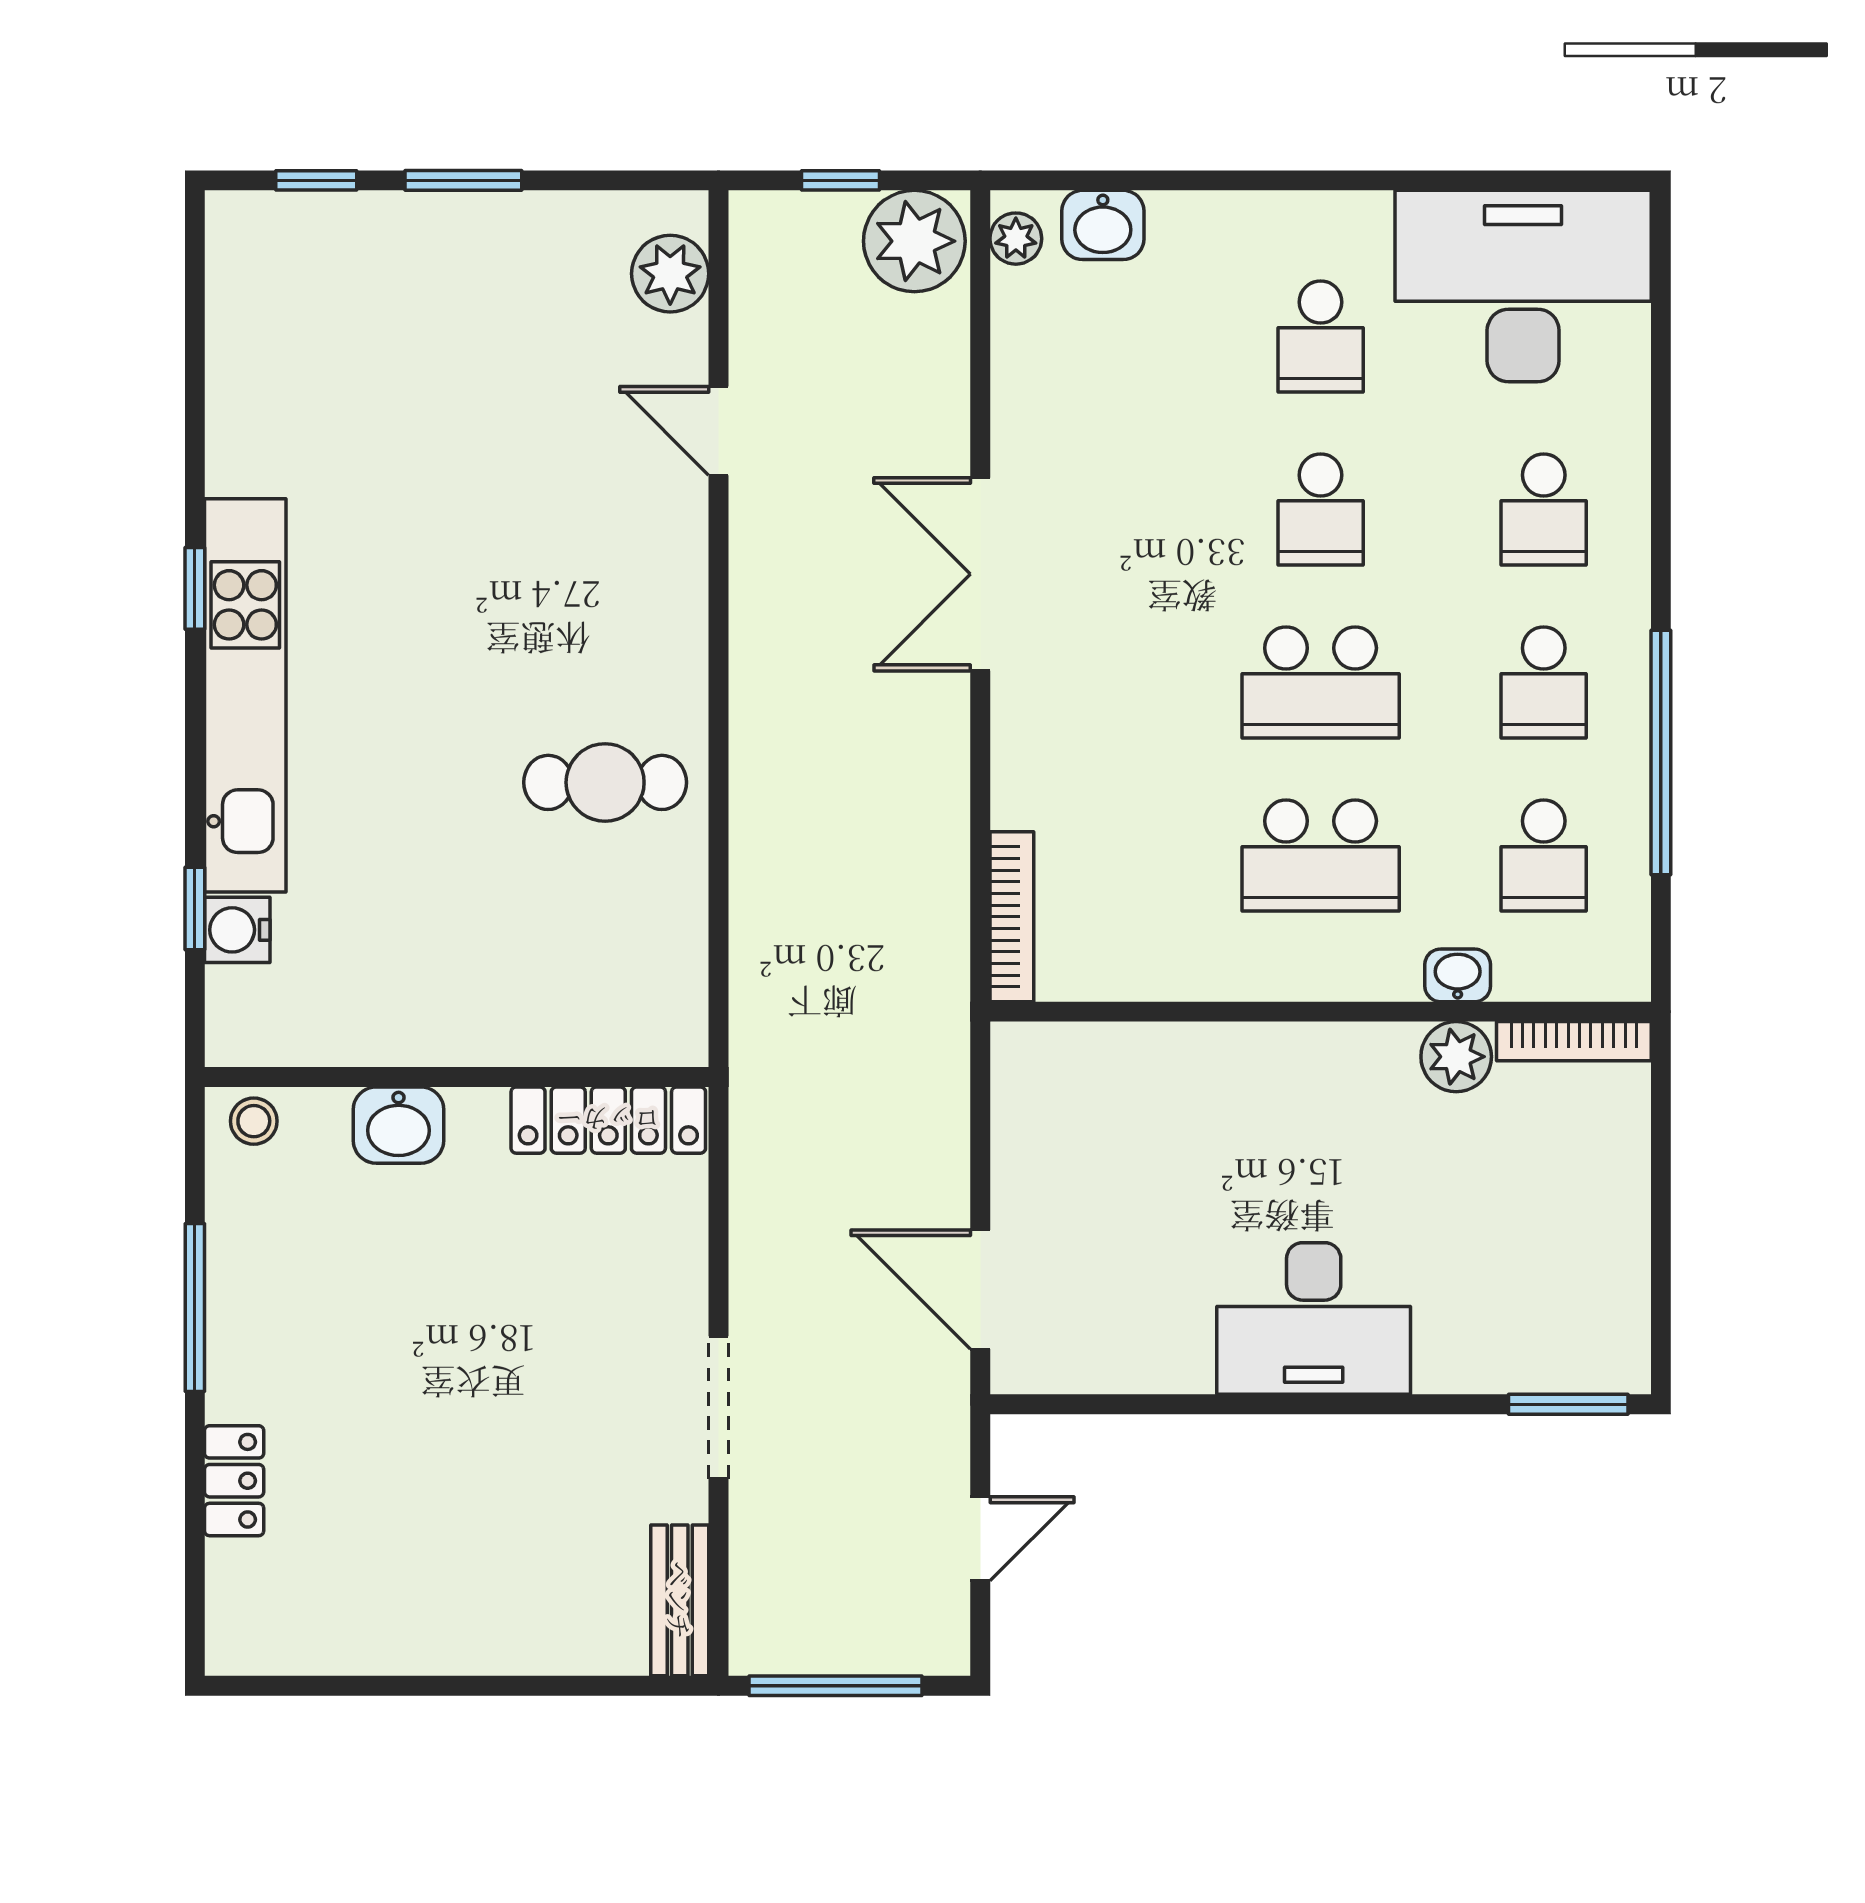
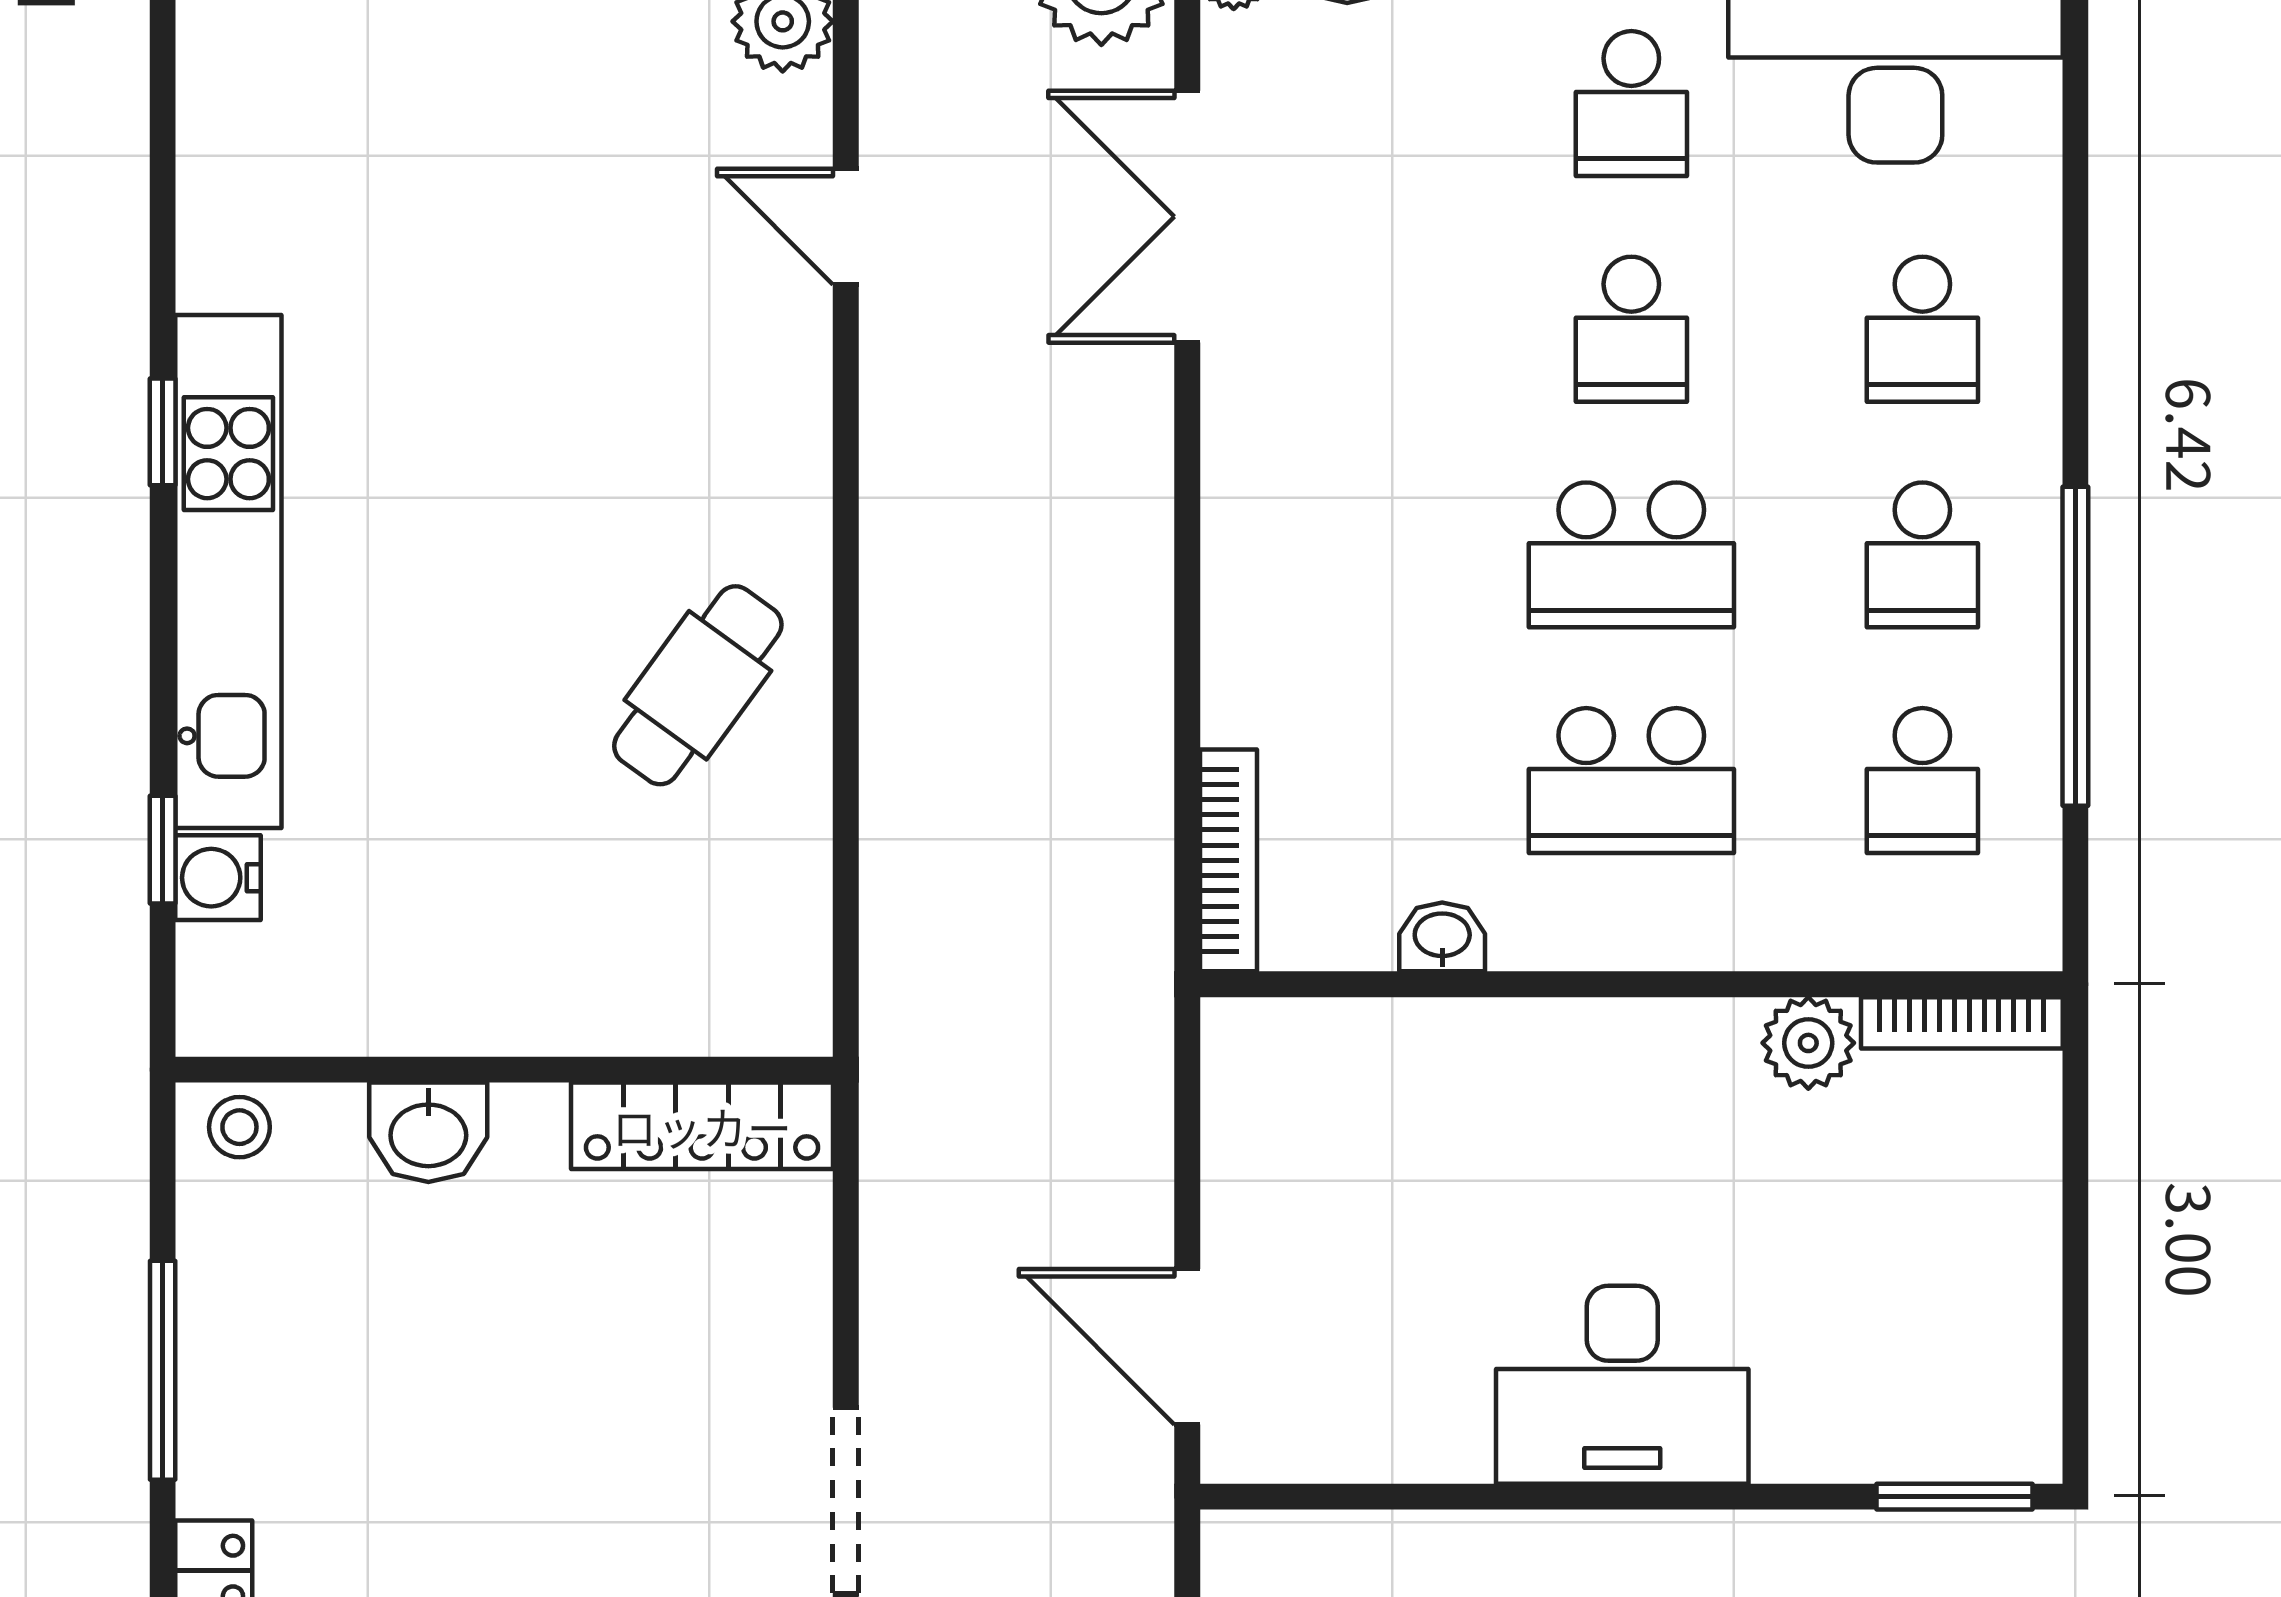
double door: (980, 574) -> (1187, 217), moved
cafe table: (605, 782) -> (698, 685), turned -54
washbasin: (1458, 975) -> (1442, 937), moved

